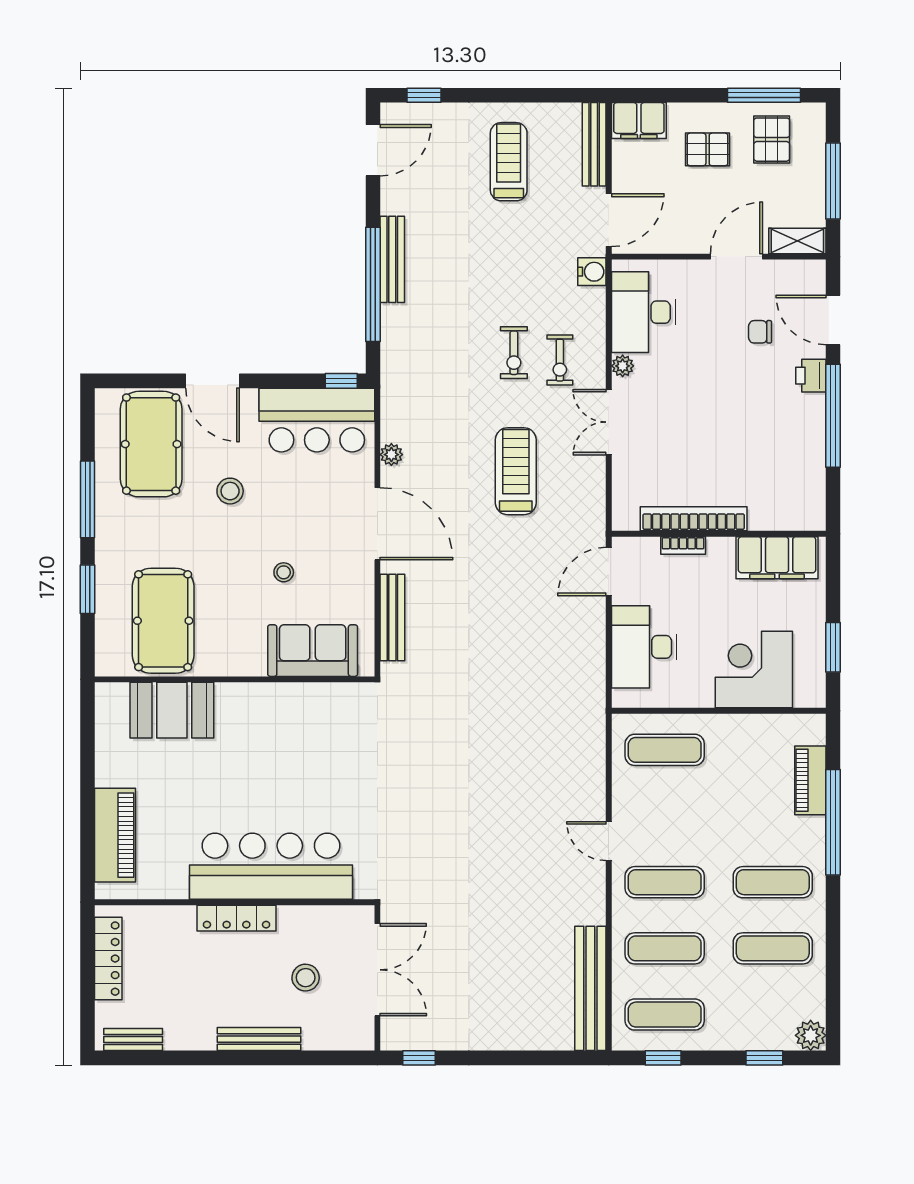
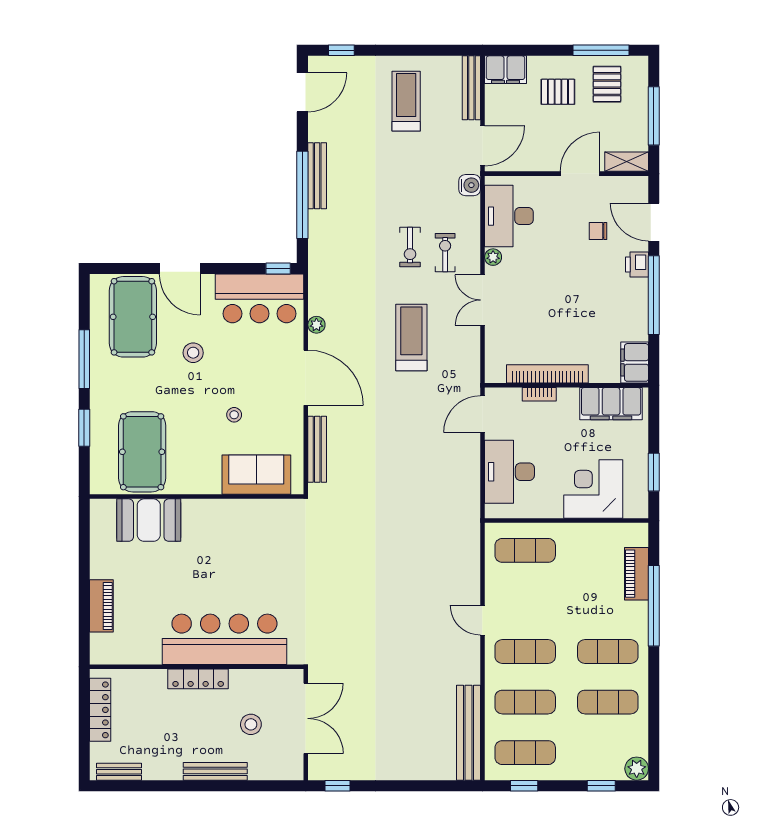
exercise bike: (560, 360) -> (445, 253), turned 180
filing cabinet: (808, 504) -> (635, 362), added
piano: (115, 835) -> (101, 606), width x0.73, depth x0.75

